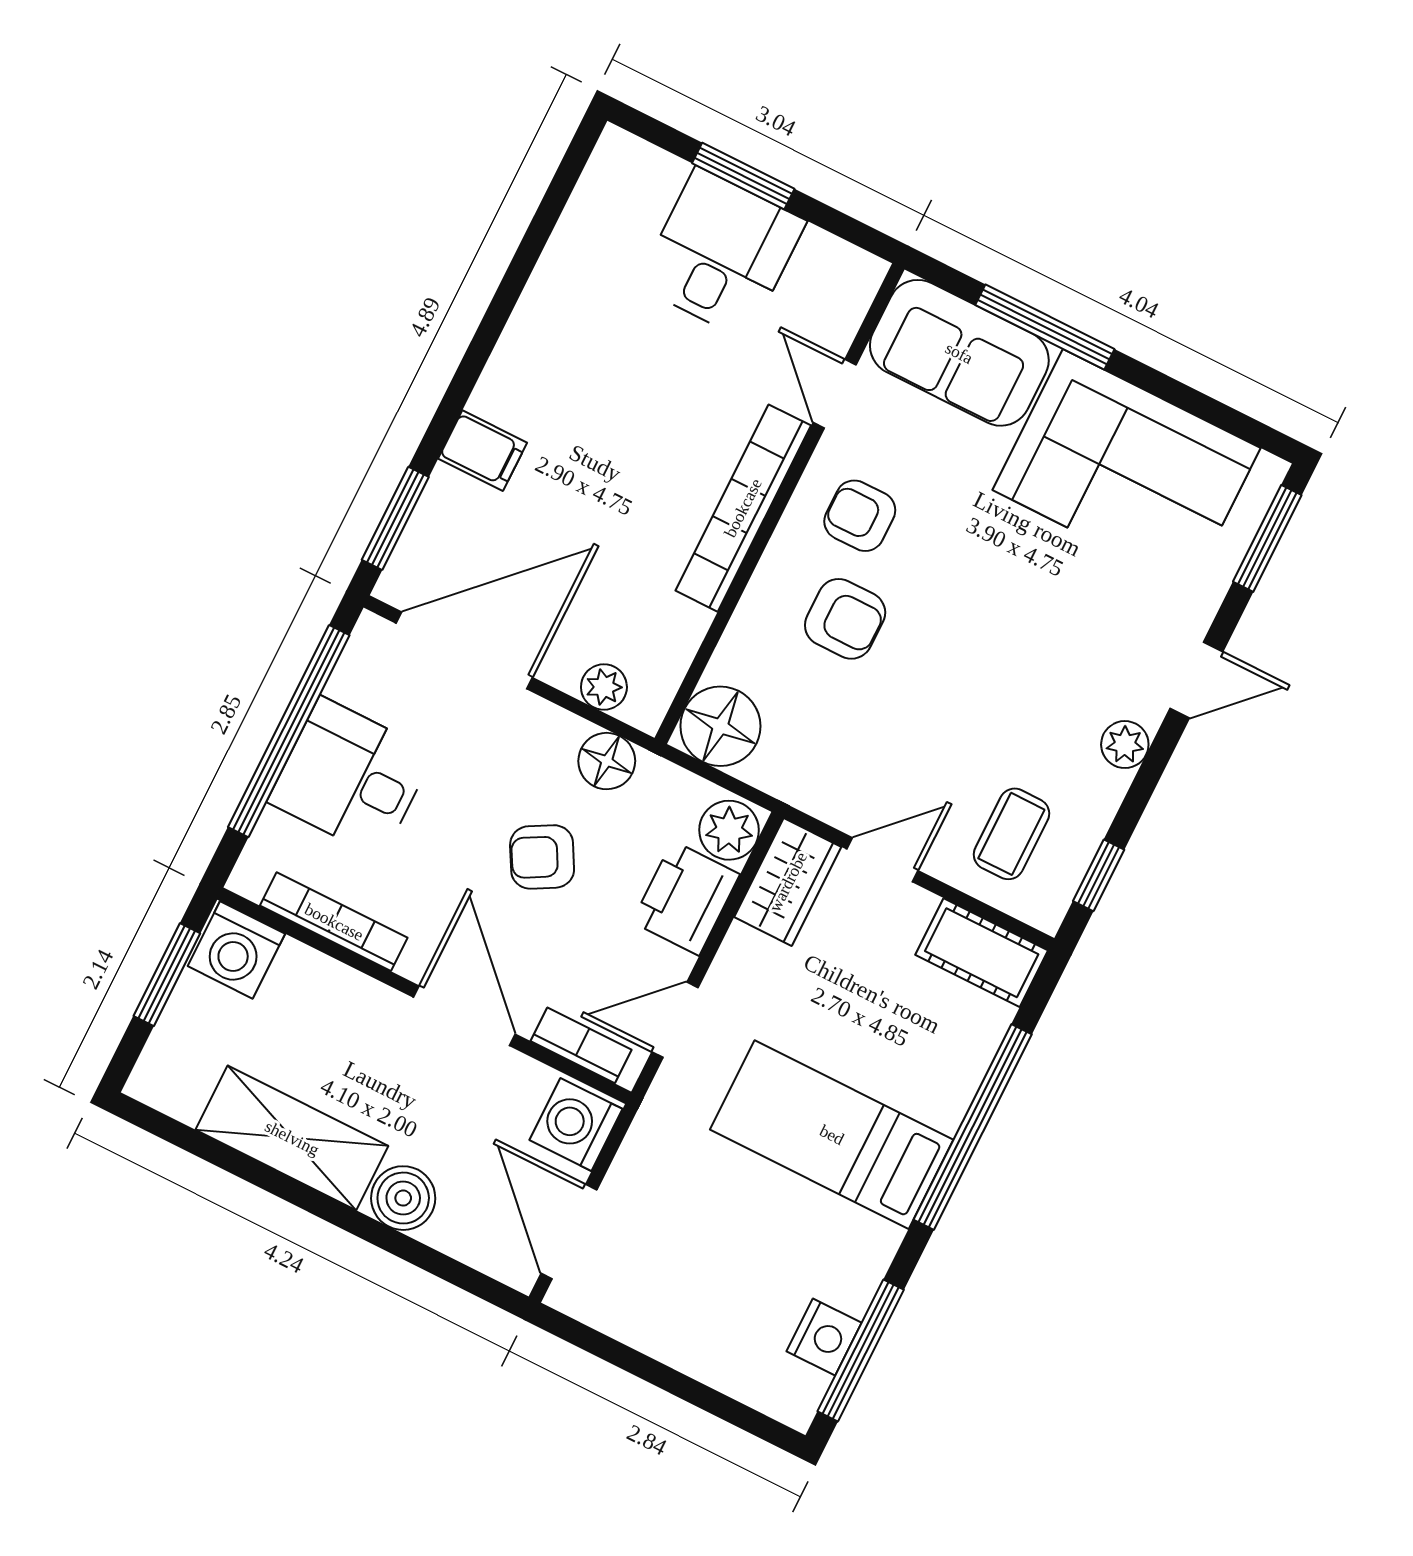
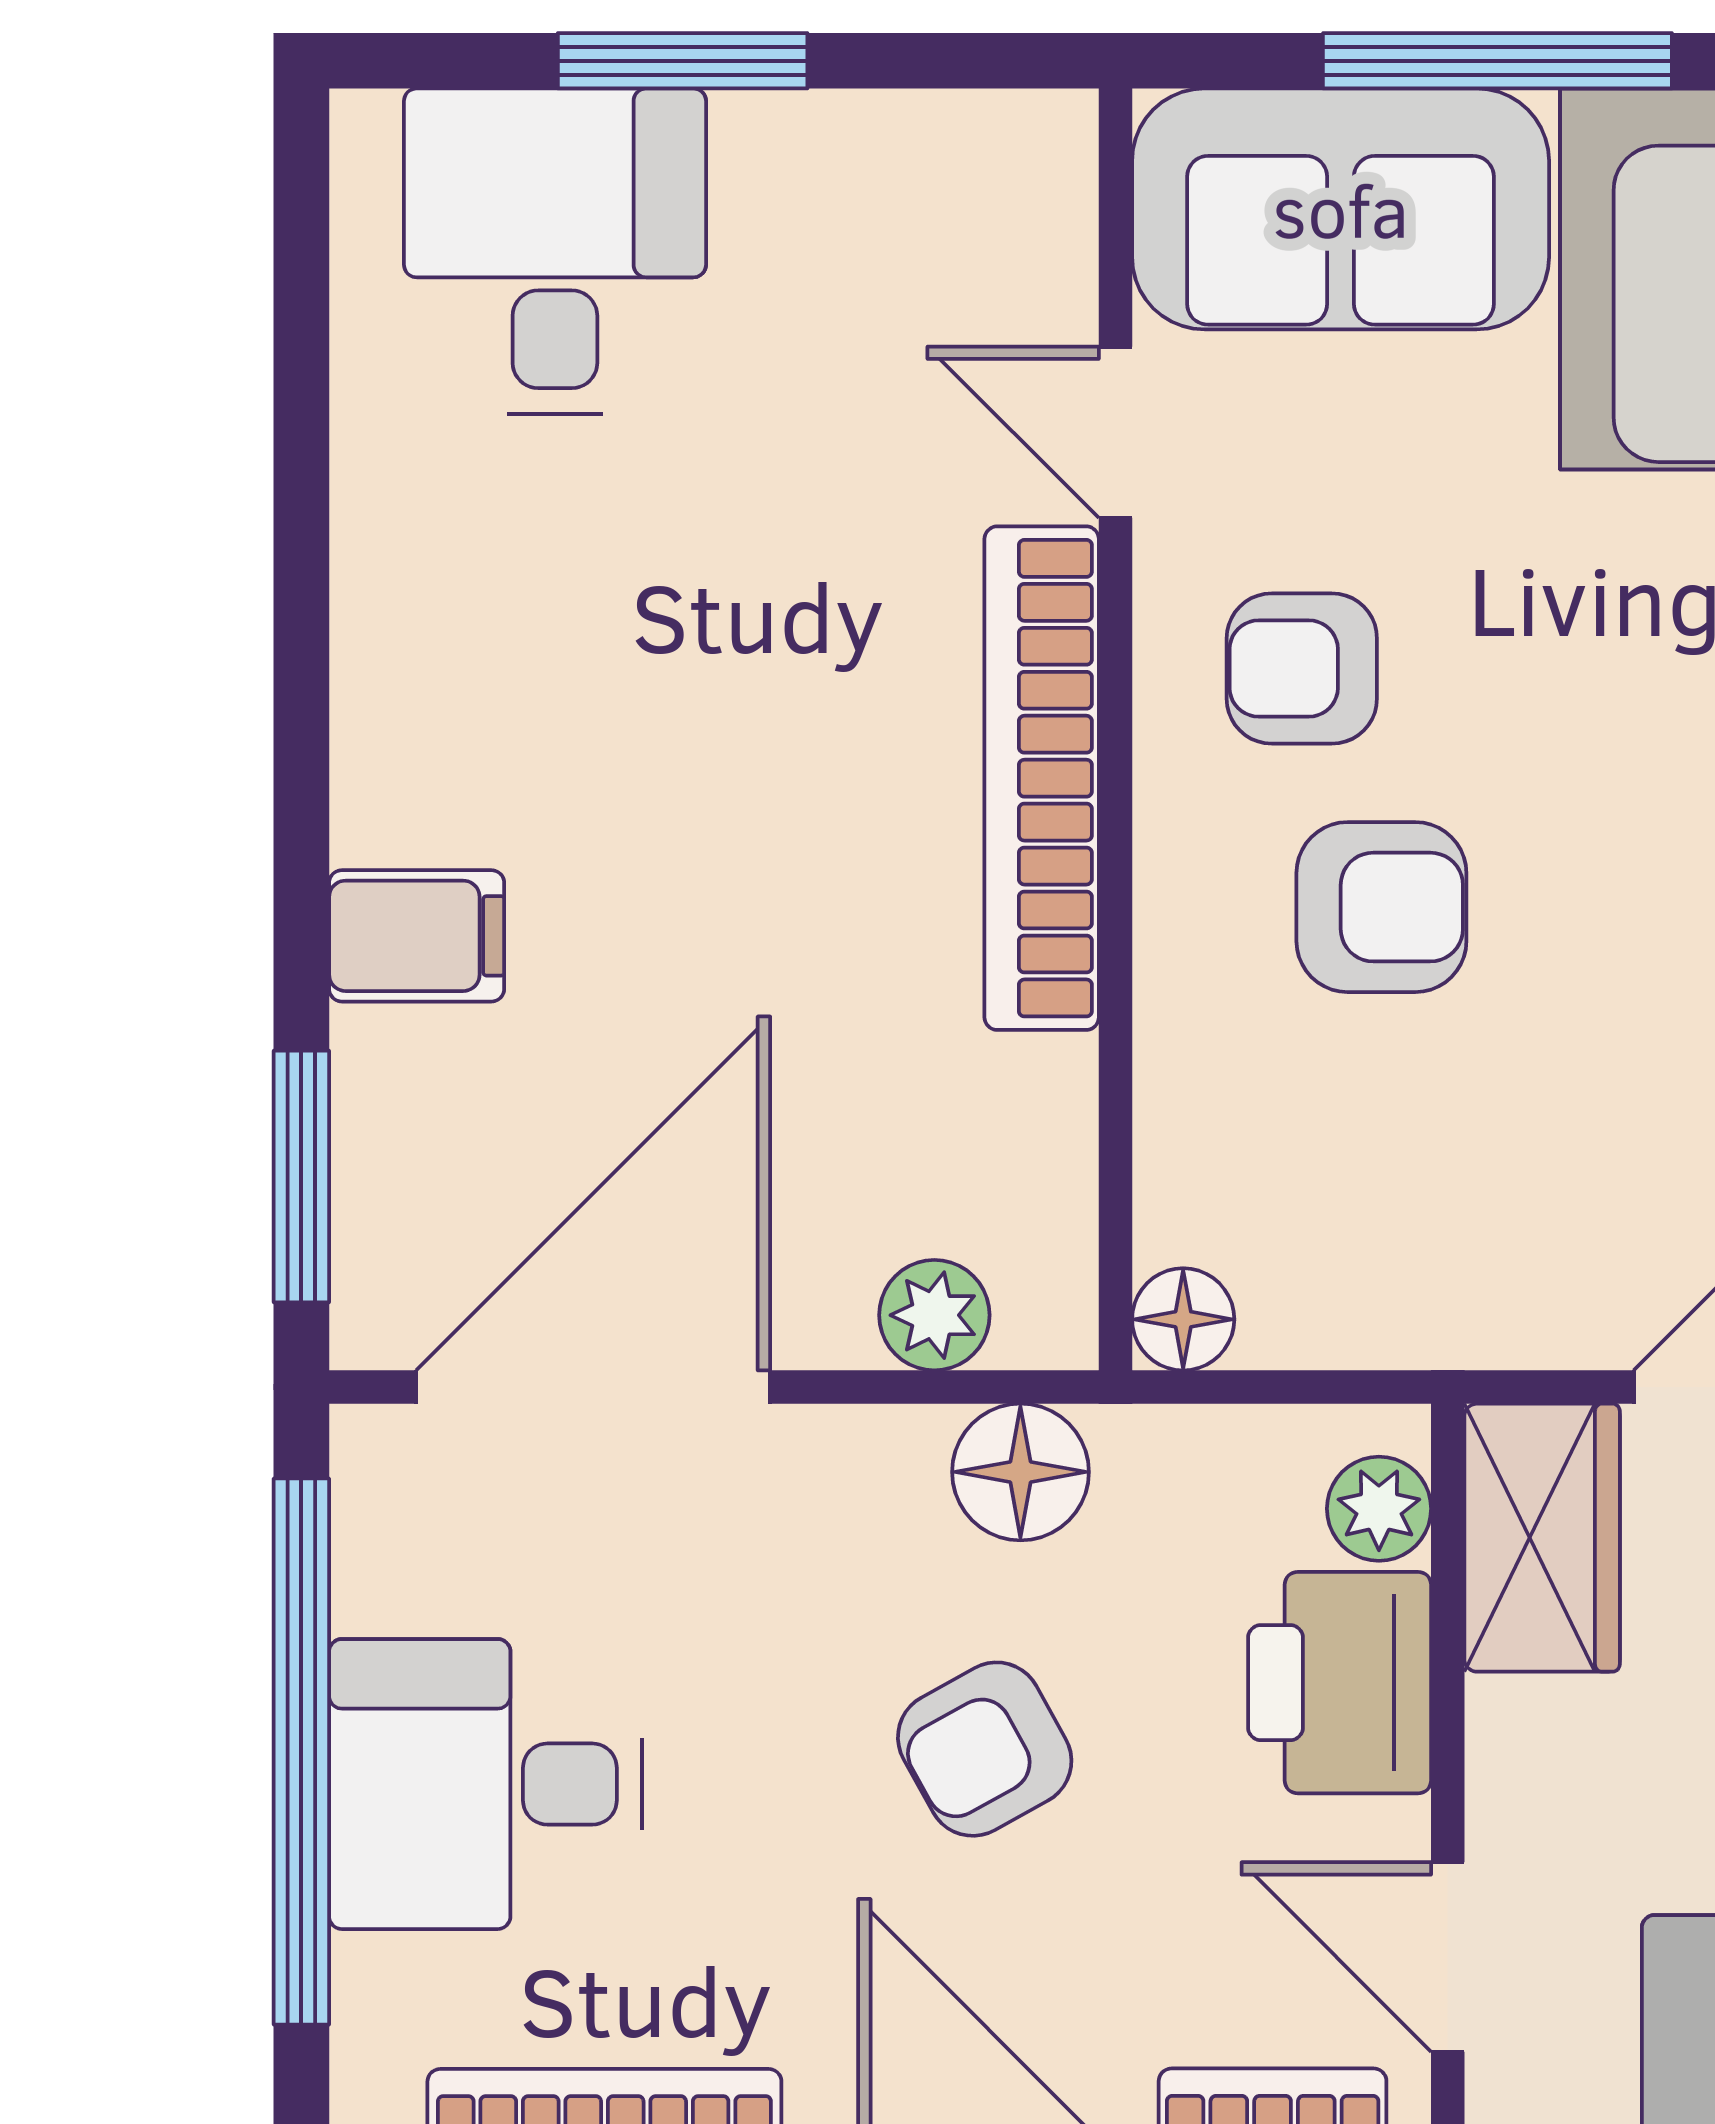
desk: (721, 253) -> (555, 251), moved
floor lamp: (720, 726) -> (1183, 1319), width x0.53, depth x0.53
plant: (729, 830) -> (1379, 1509), width x0.73, depth x0.73
door: (675, 1020) -> (1448, 1957), hinge flipped

